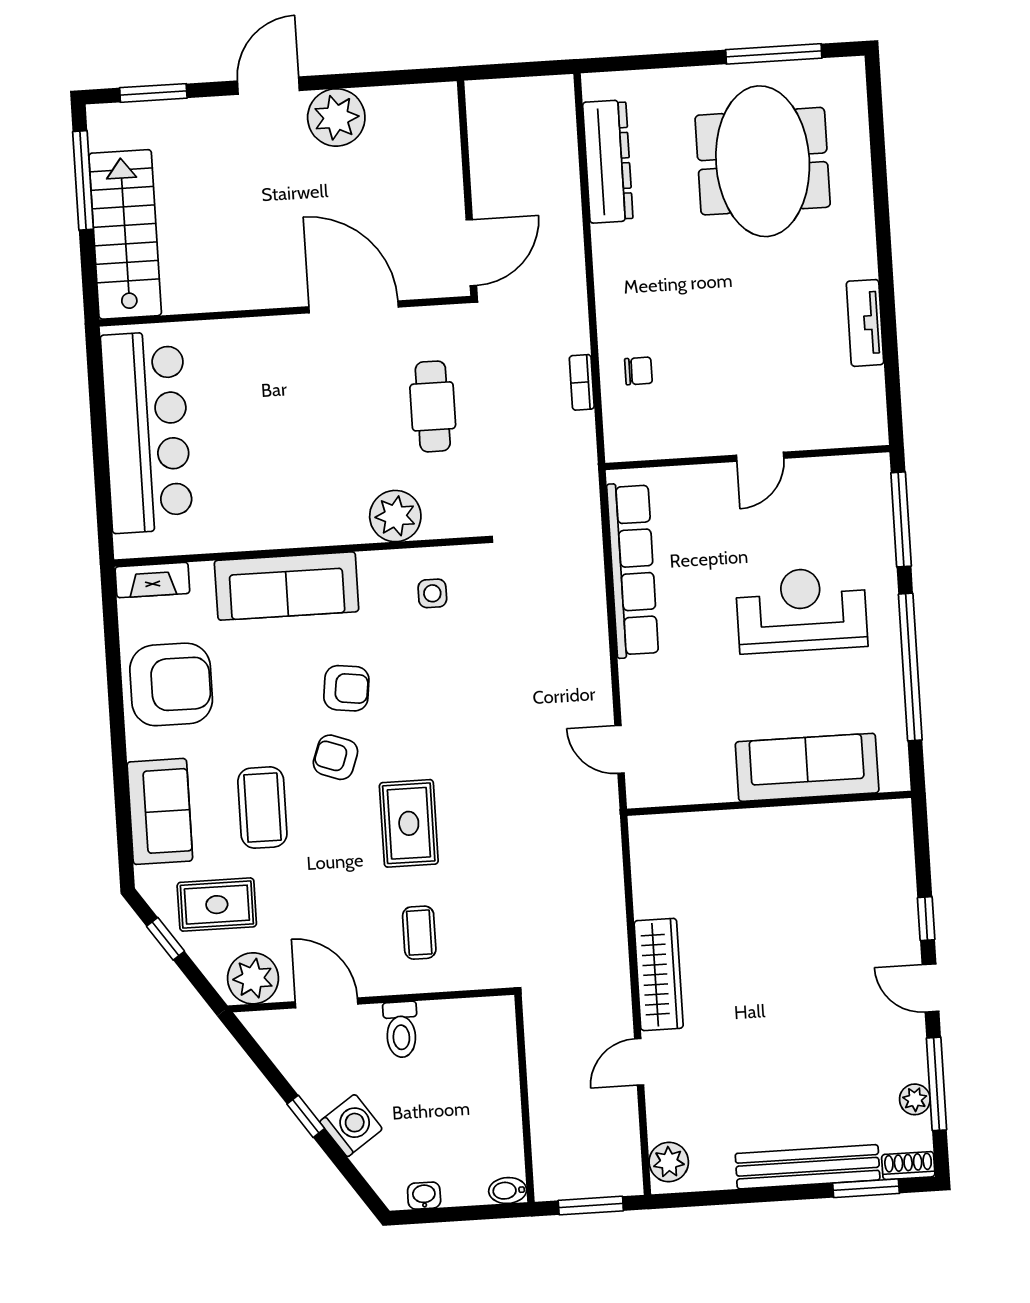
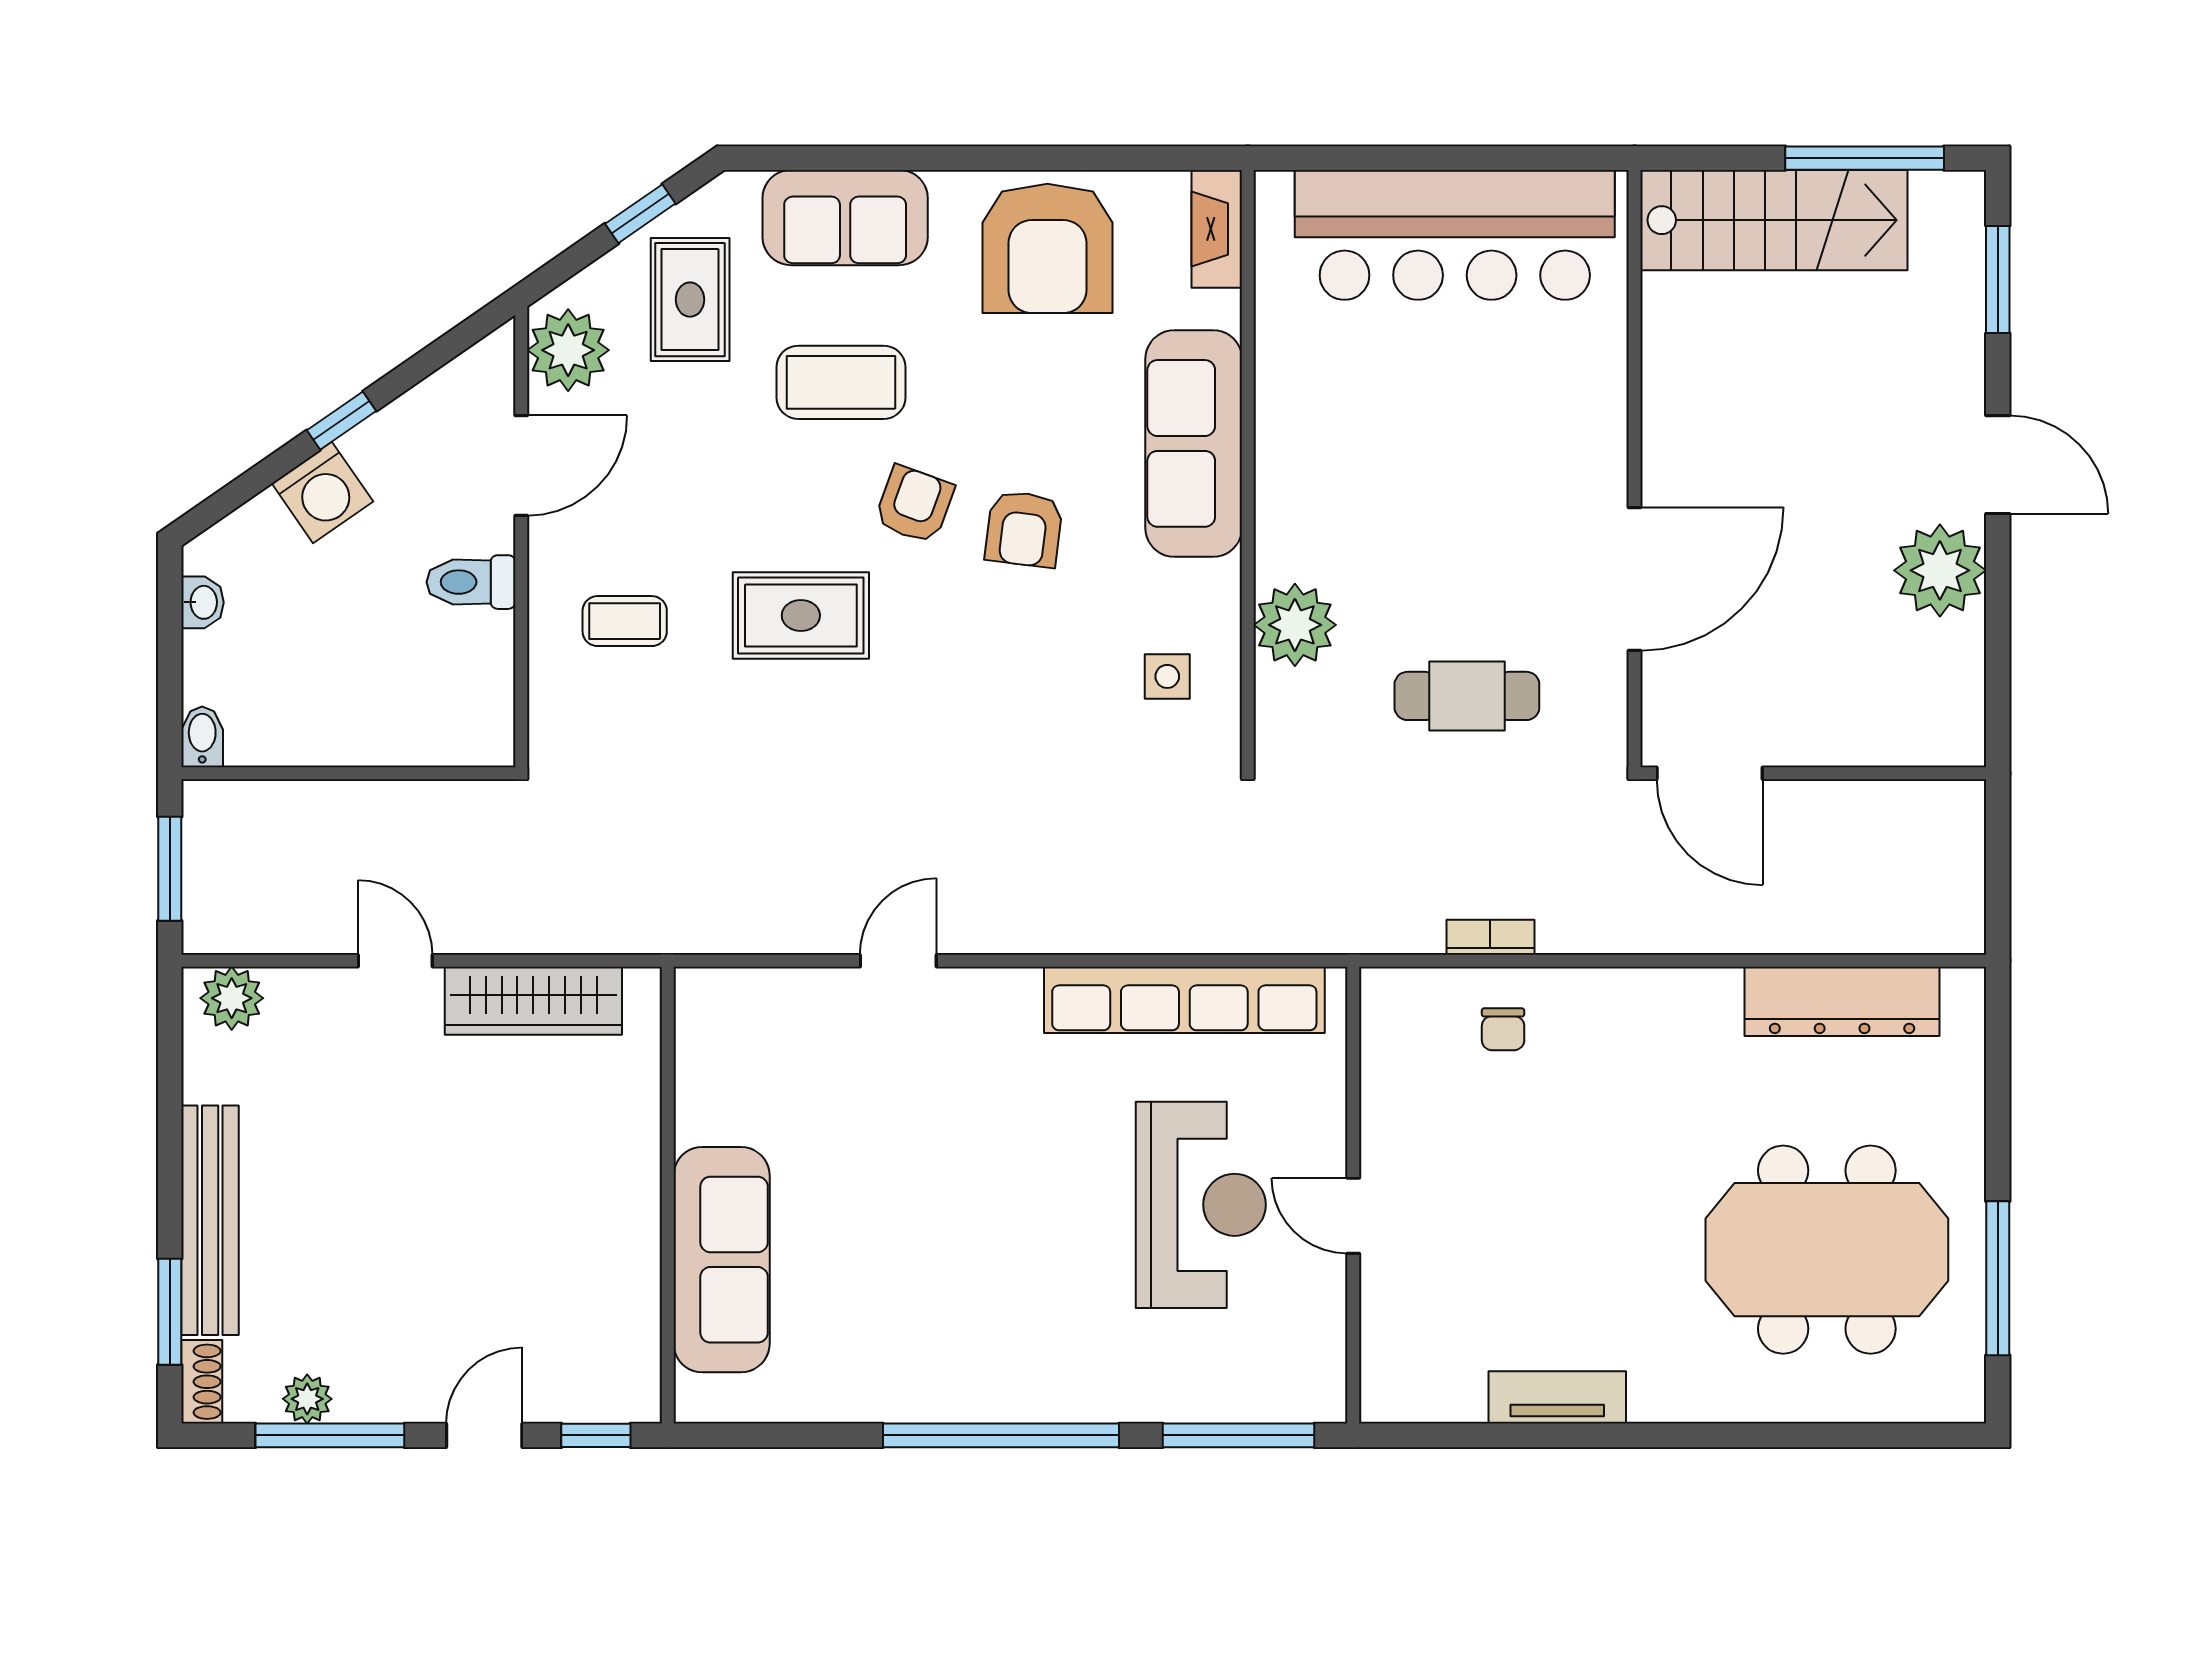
reception desk: (802, 610) -> (1201, 1205), moved
sofa: (807, 767) -> (722, 1260), moved
wall: (769, 803) -> (668, 1195), moved

